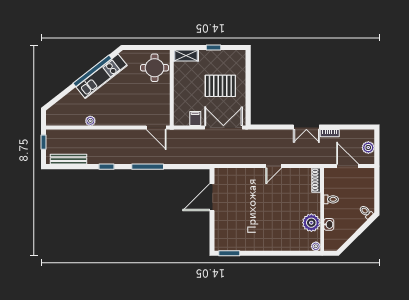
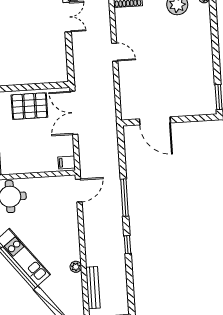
pallet: (220, 86) -> (29, 106), moved, turned 90
filing cabinet: (195, 119) -> (67, 163), moved
bench: (68, 159) -> (93, 288), moved

